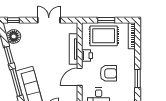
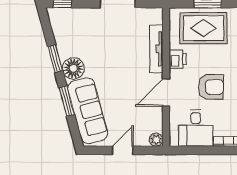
floor lamp: (14, 36) -> (73, 68), moved
window: (16, 82) -> (67, 101), width x0.69

